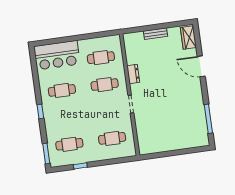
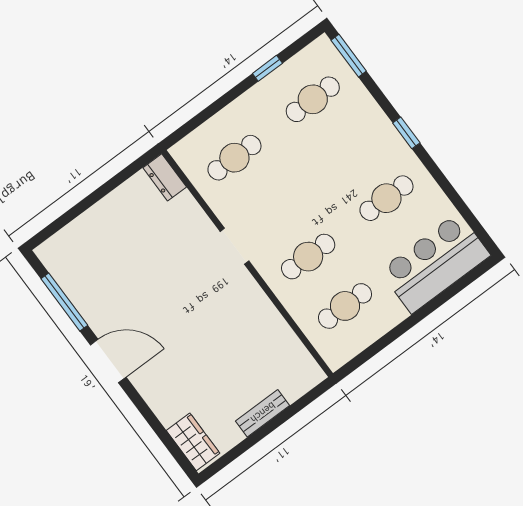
door: (201, 66) -> (108, 361), moved
dresser: (133, 74) -> (165, 177), moved

